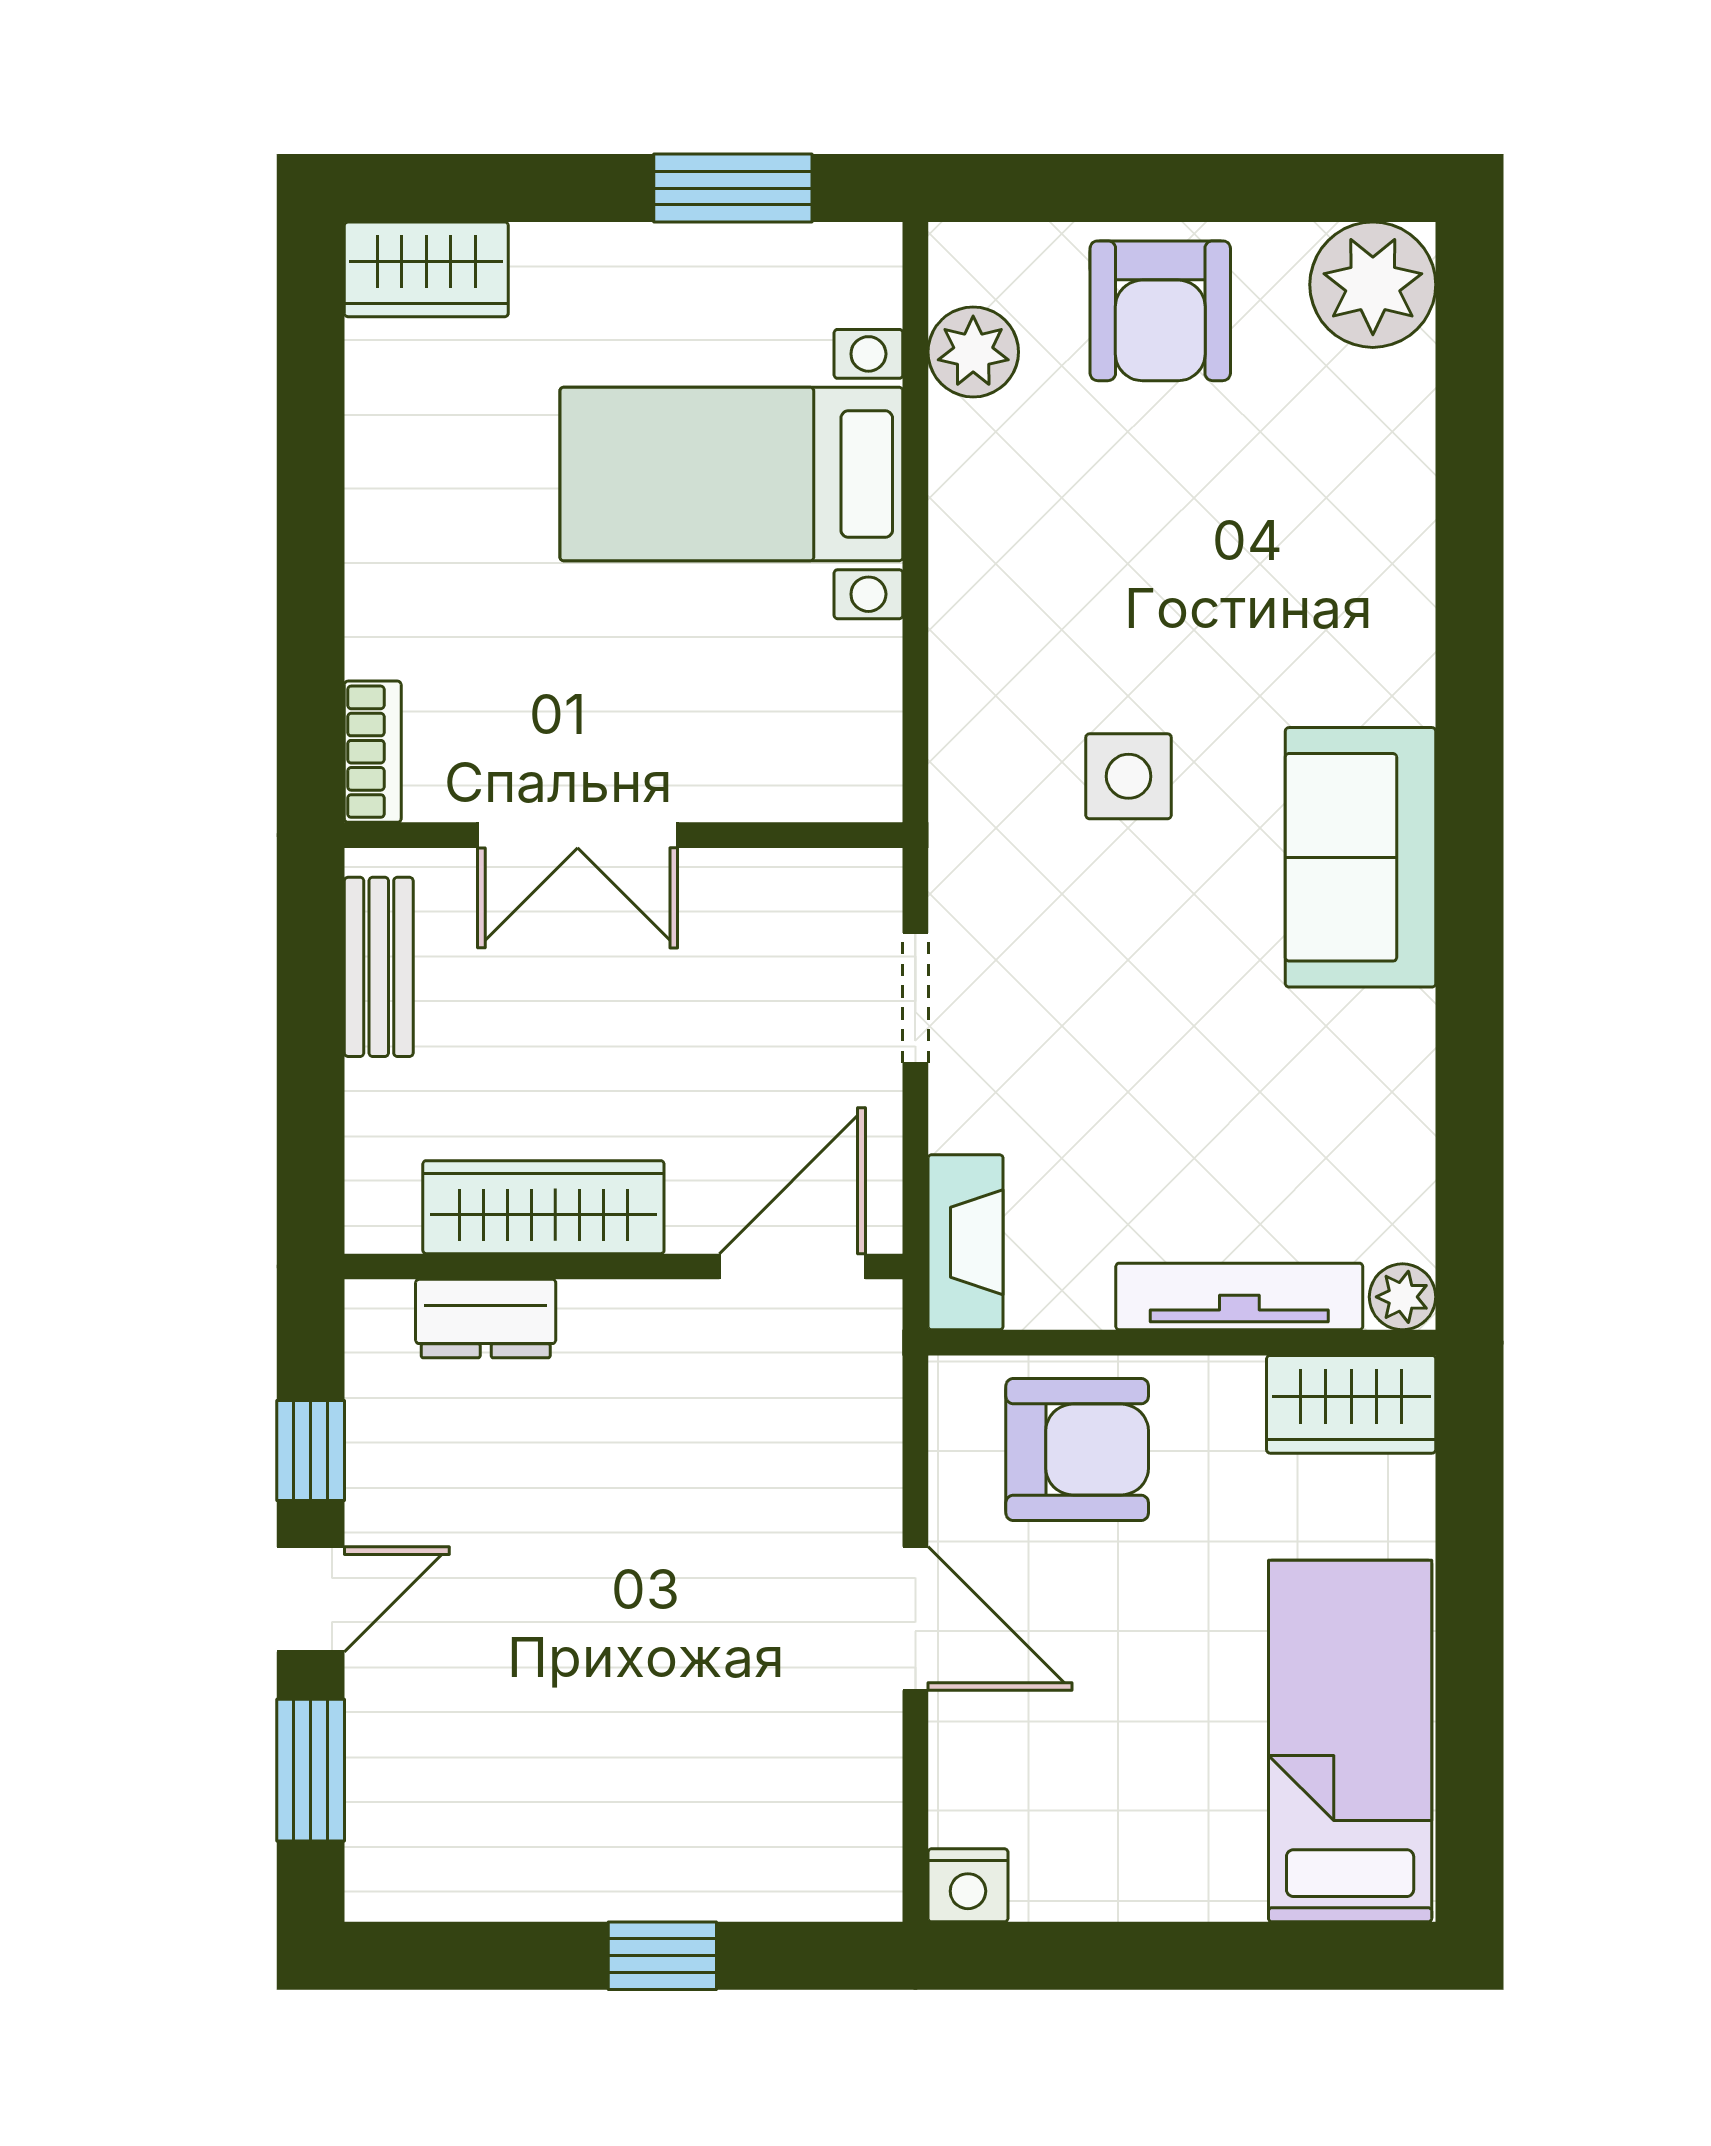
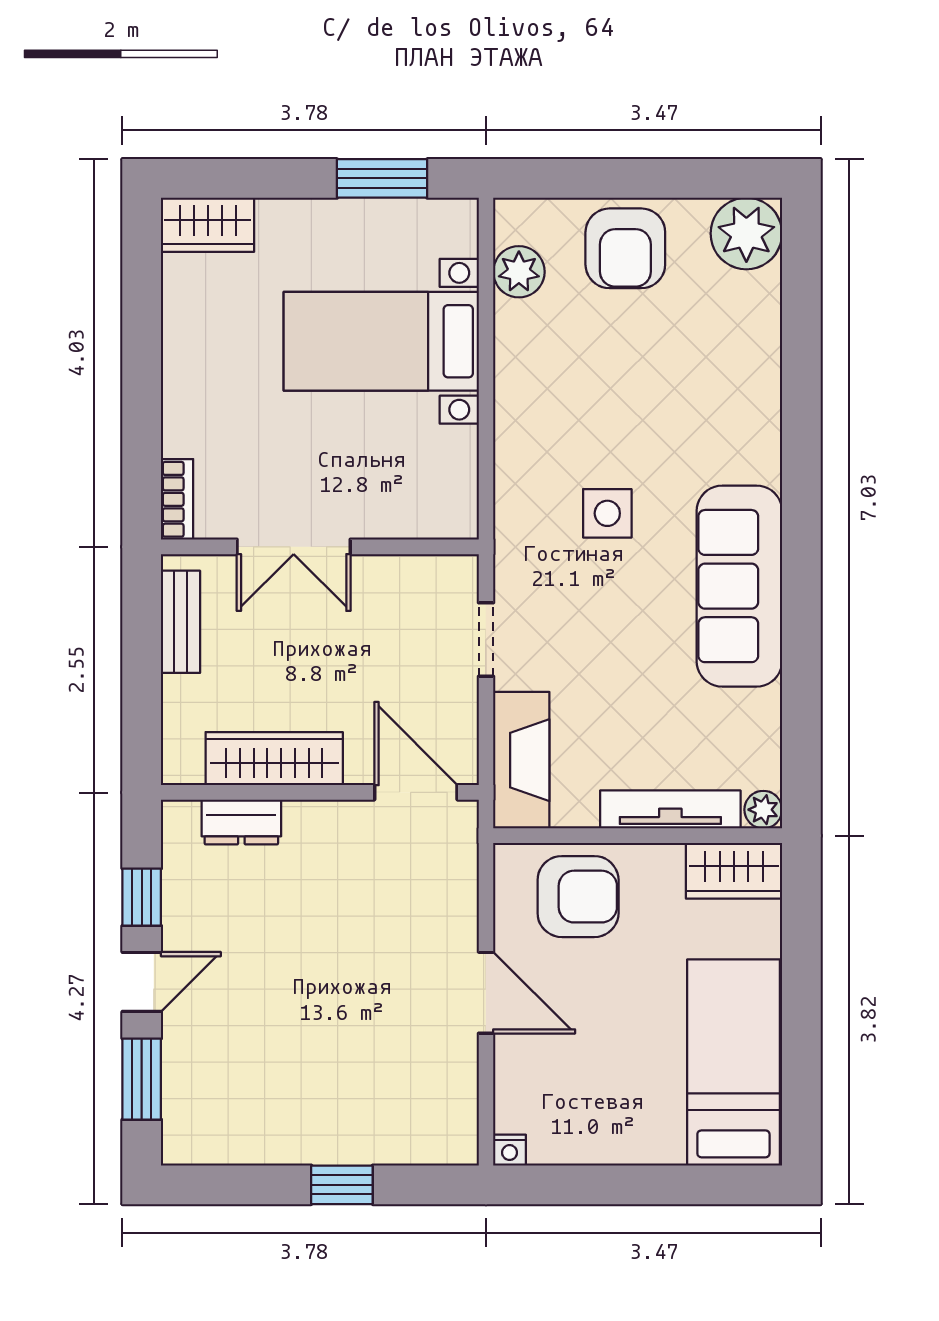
sofa: (1361, 857) -> (739, 586), width x1.36
fireplace: (966, 1242) -> (521, 760), width x1.37, depth x1.32
door: (792, 1266) -> (416, 792), hinge flipped
nightstand: (968, 1885) -> (510, 1150), width x0.72, depth x0.74

